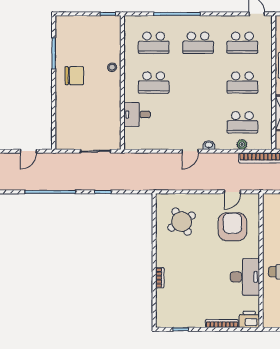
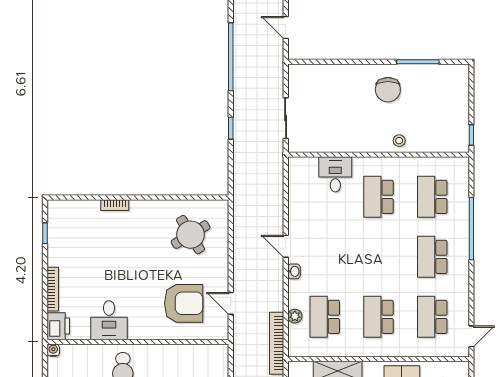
desk: (245, 277) -> (109, 320), width x0.73
water cooler: (267, 323) -> (53, 350), added

